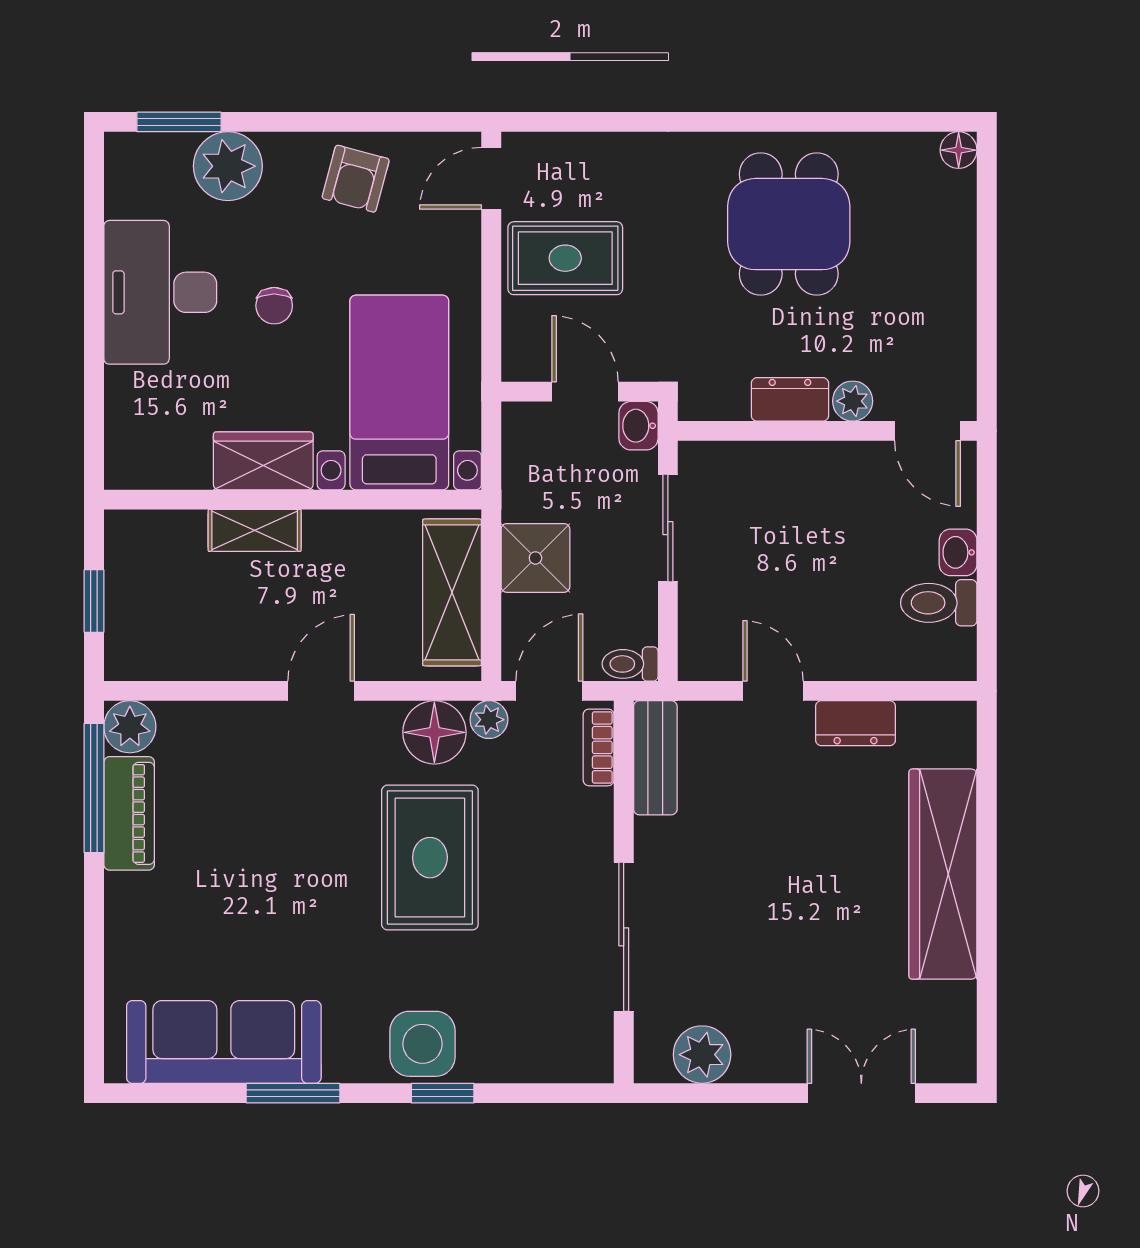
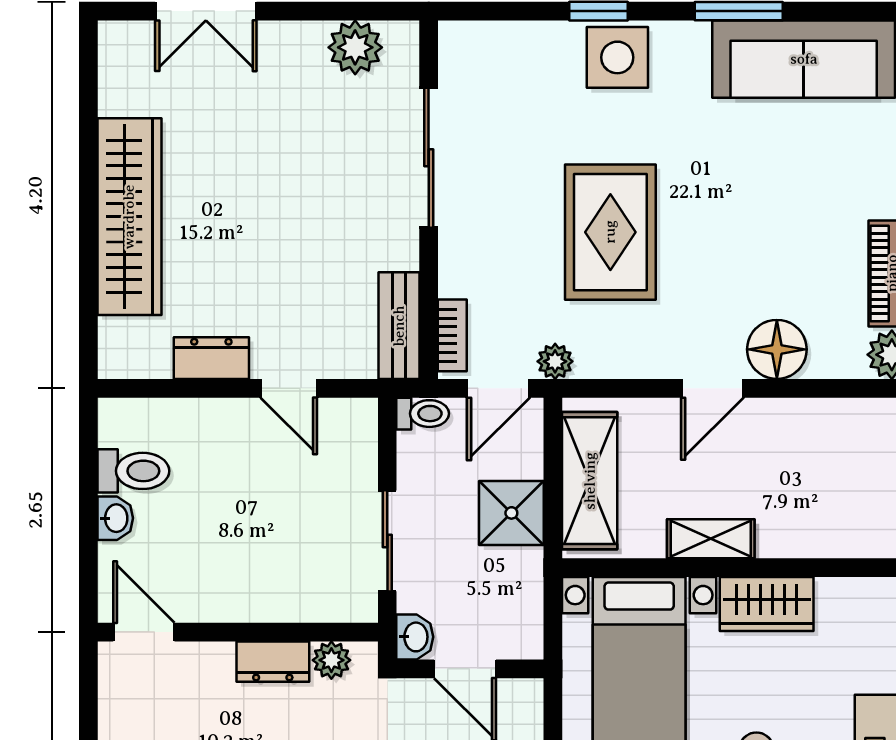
plant: (853, 401) -> (331, 660), moved
shelving: (255, 530) -> (711, 539), moved
floor lamp: (434, 732) -> (777, 349), moved

